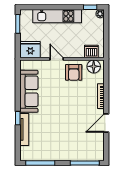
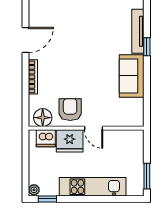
fridge: (30, 50) -> (70, 141), moved
sofa: (29, 91) -> (132, 76), width x0.73

